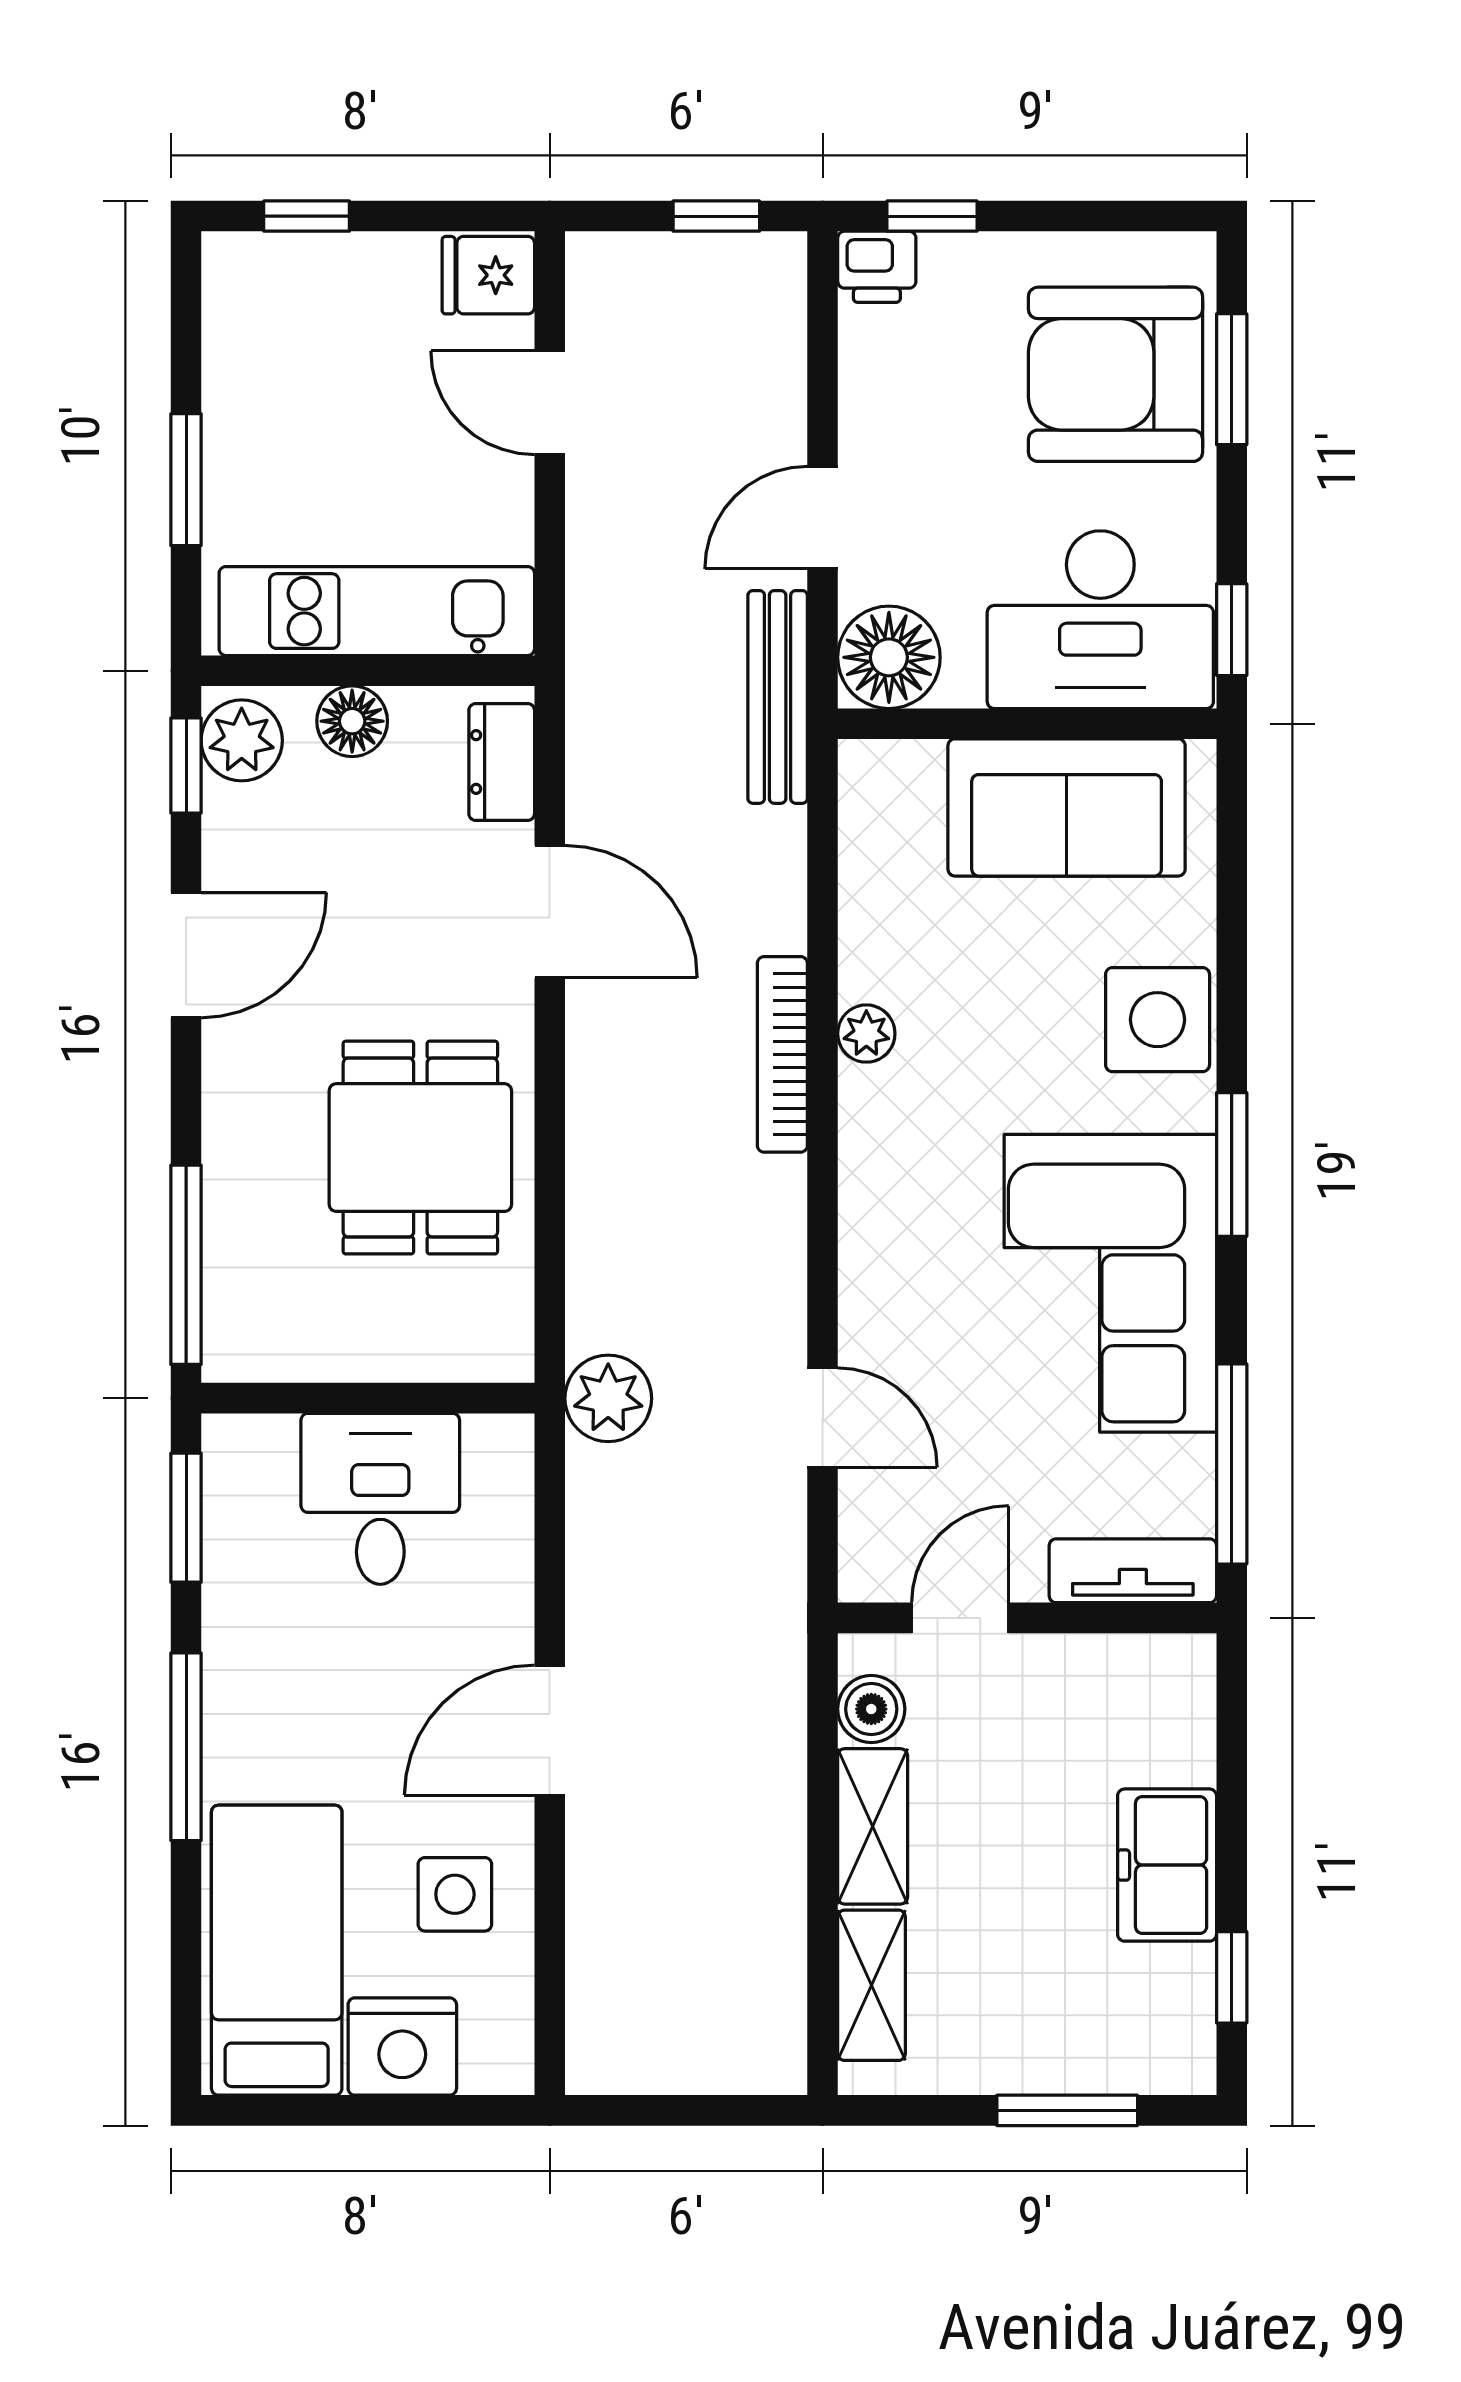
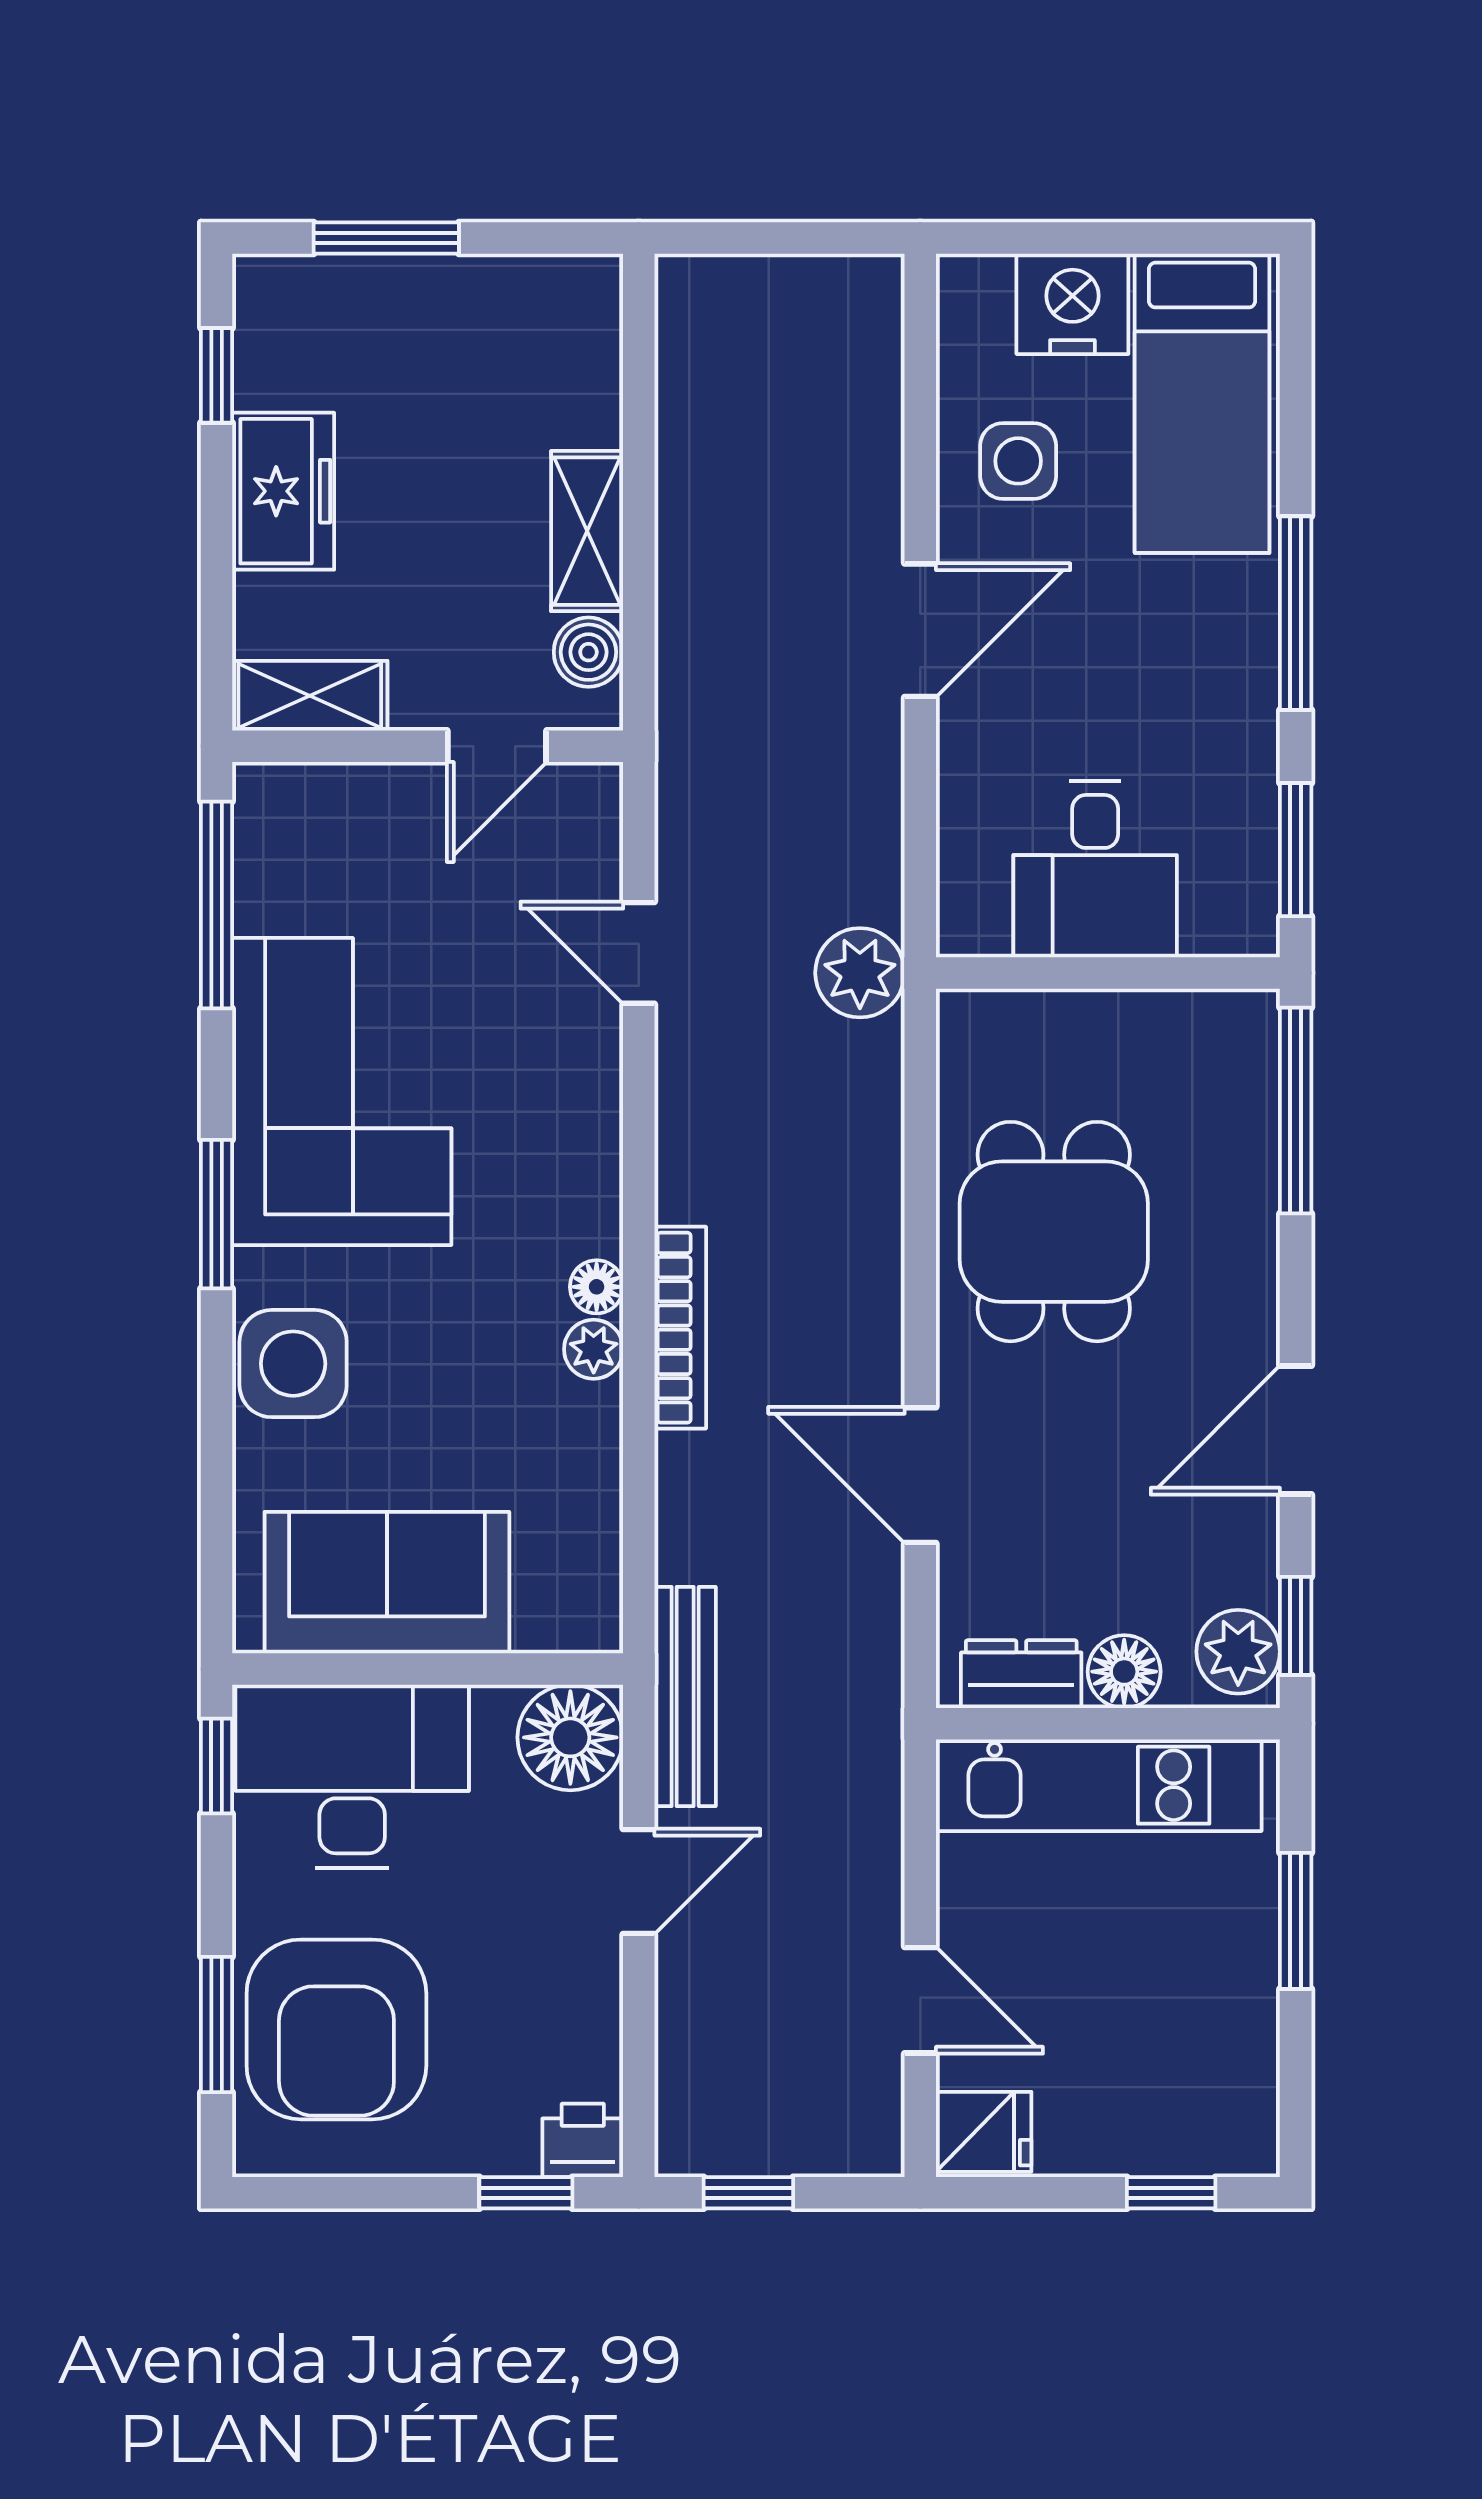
armchair: (1115, 374) -> (336, 2029), turned 90
dresser: (502, 762) -> (1021, 1674), moved, turned -90
floor lamp: (863, 1094) -> (597, 1287), added
tv unit: (1133, 1571) -> (319, 795), removed
shelving: (872, 1985) -> (310, 696), moved, turned 90

